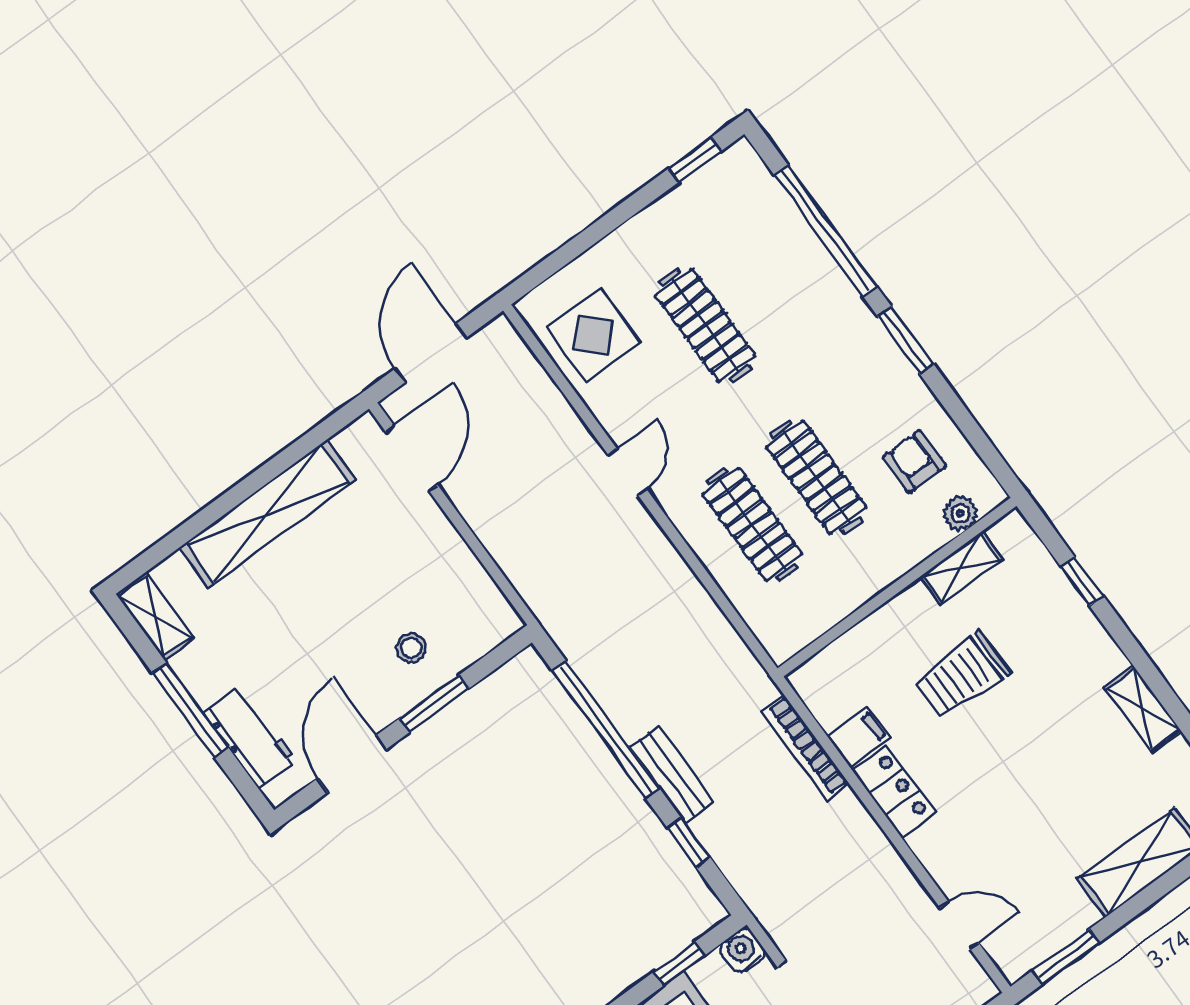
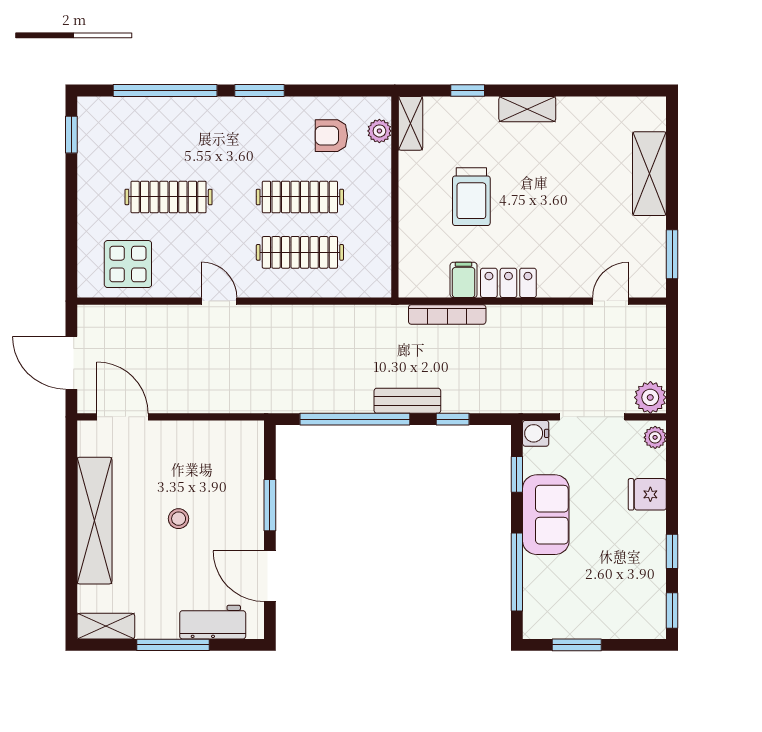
shelving: (961, 568) -> (410, 123), moved
stool: (411, 648) -> (179, 519), moved
shelving: (1143, 709) -> (527, 109), moved

